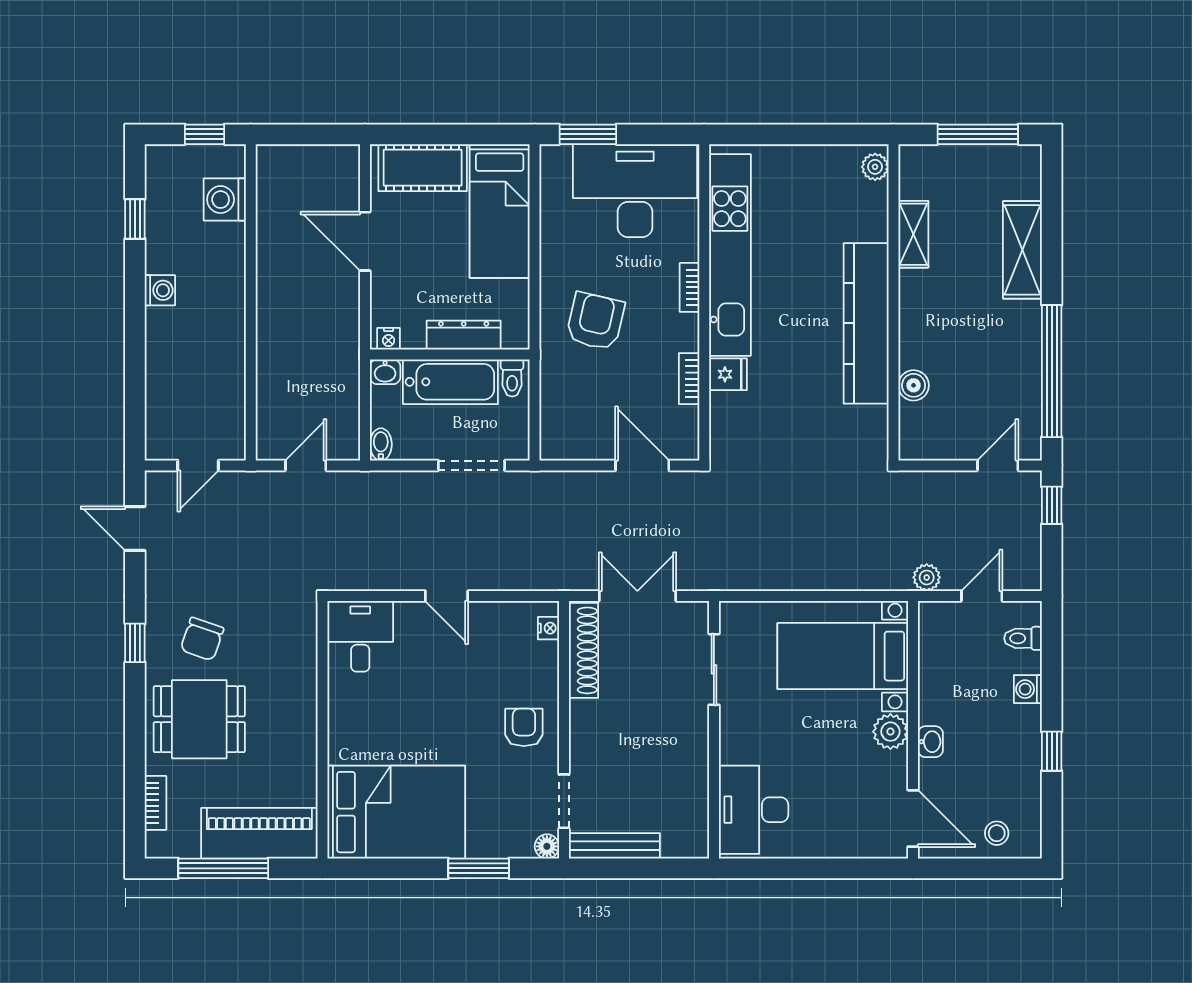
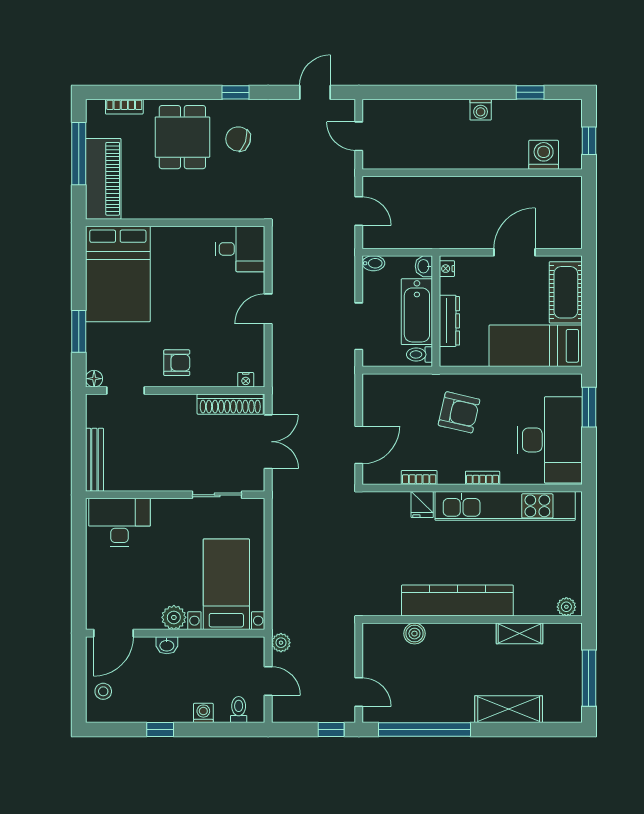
bench: (614, 846) -> (94, 460), moved

